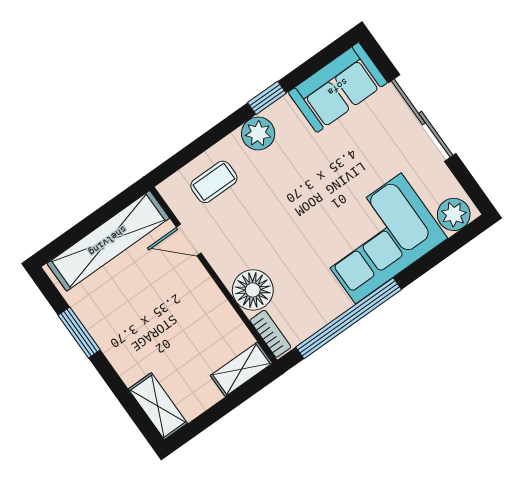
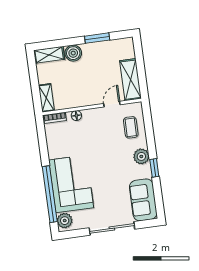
shelving: (108, 241) -> (131, 80), width x0.68
floor lamp: (253, 290) -> (76, 116), width x0.53, depth x0.53
window: (349, 318) -> (50, 194), moved
boiler: (131, 363) -> (73, 53), added

